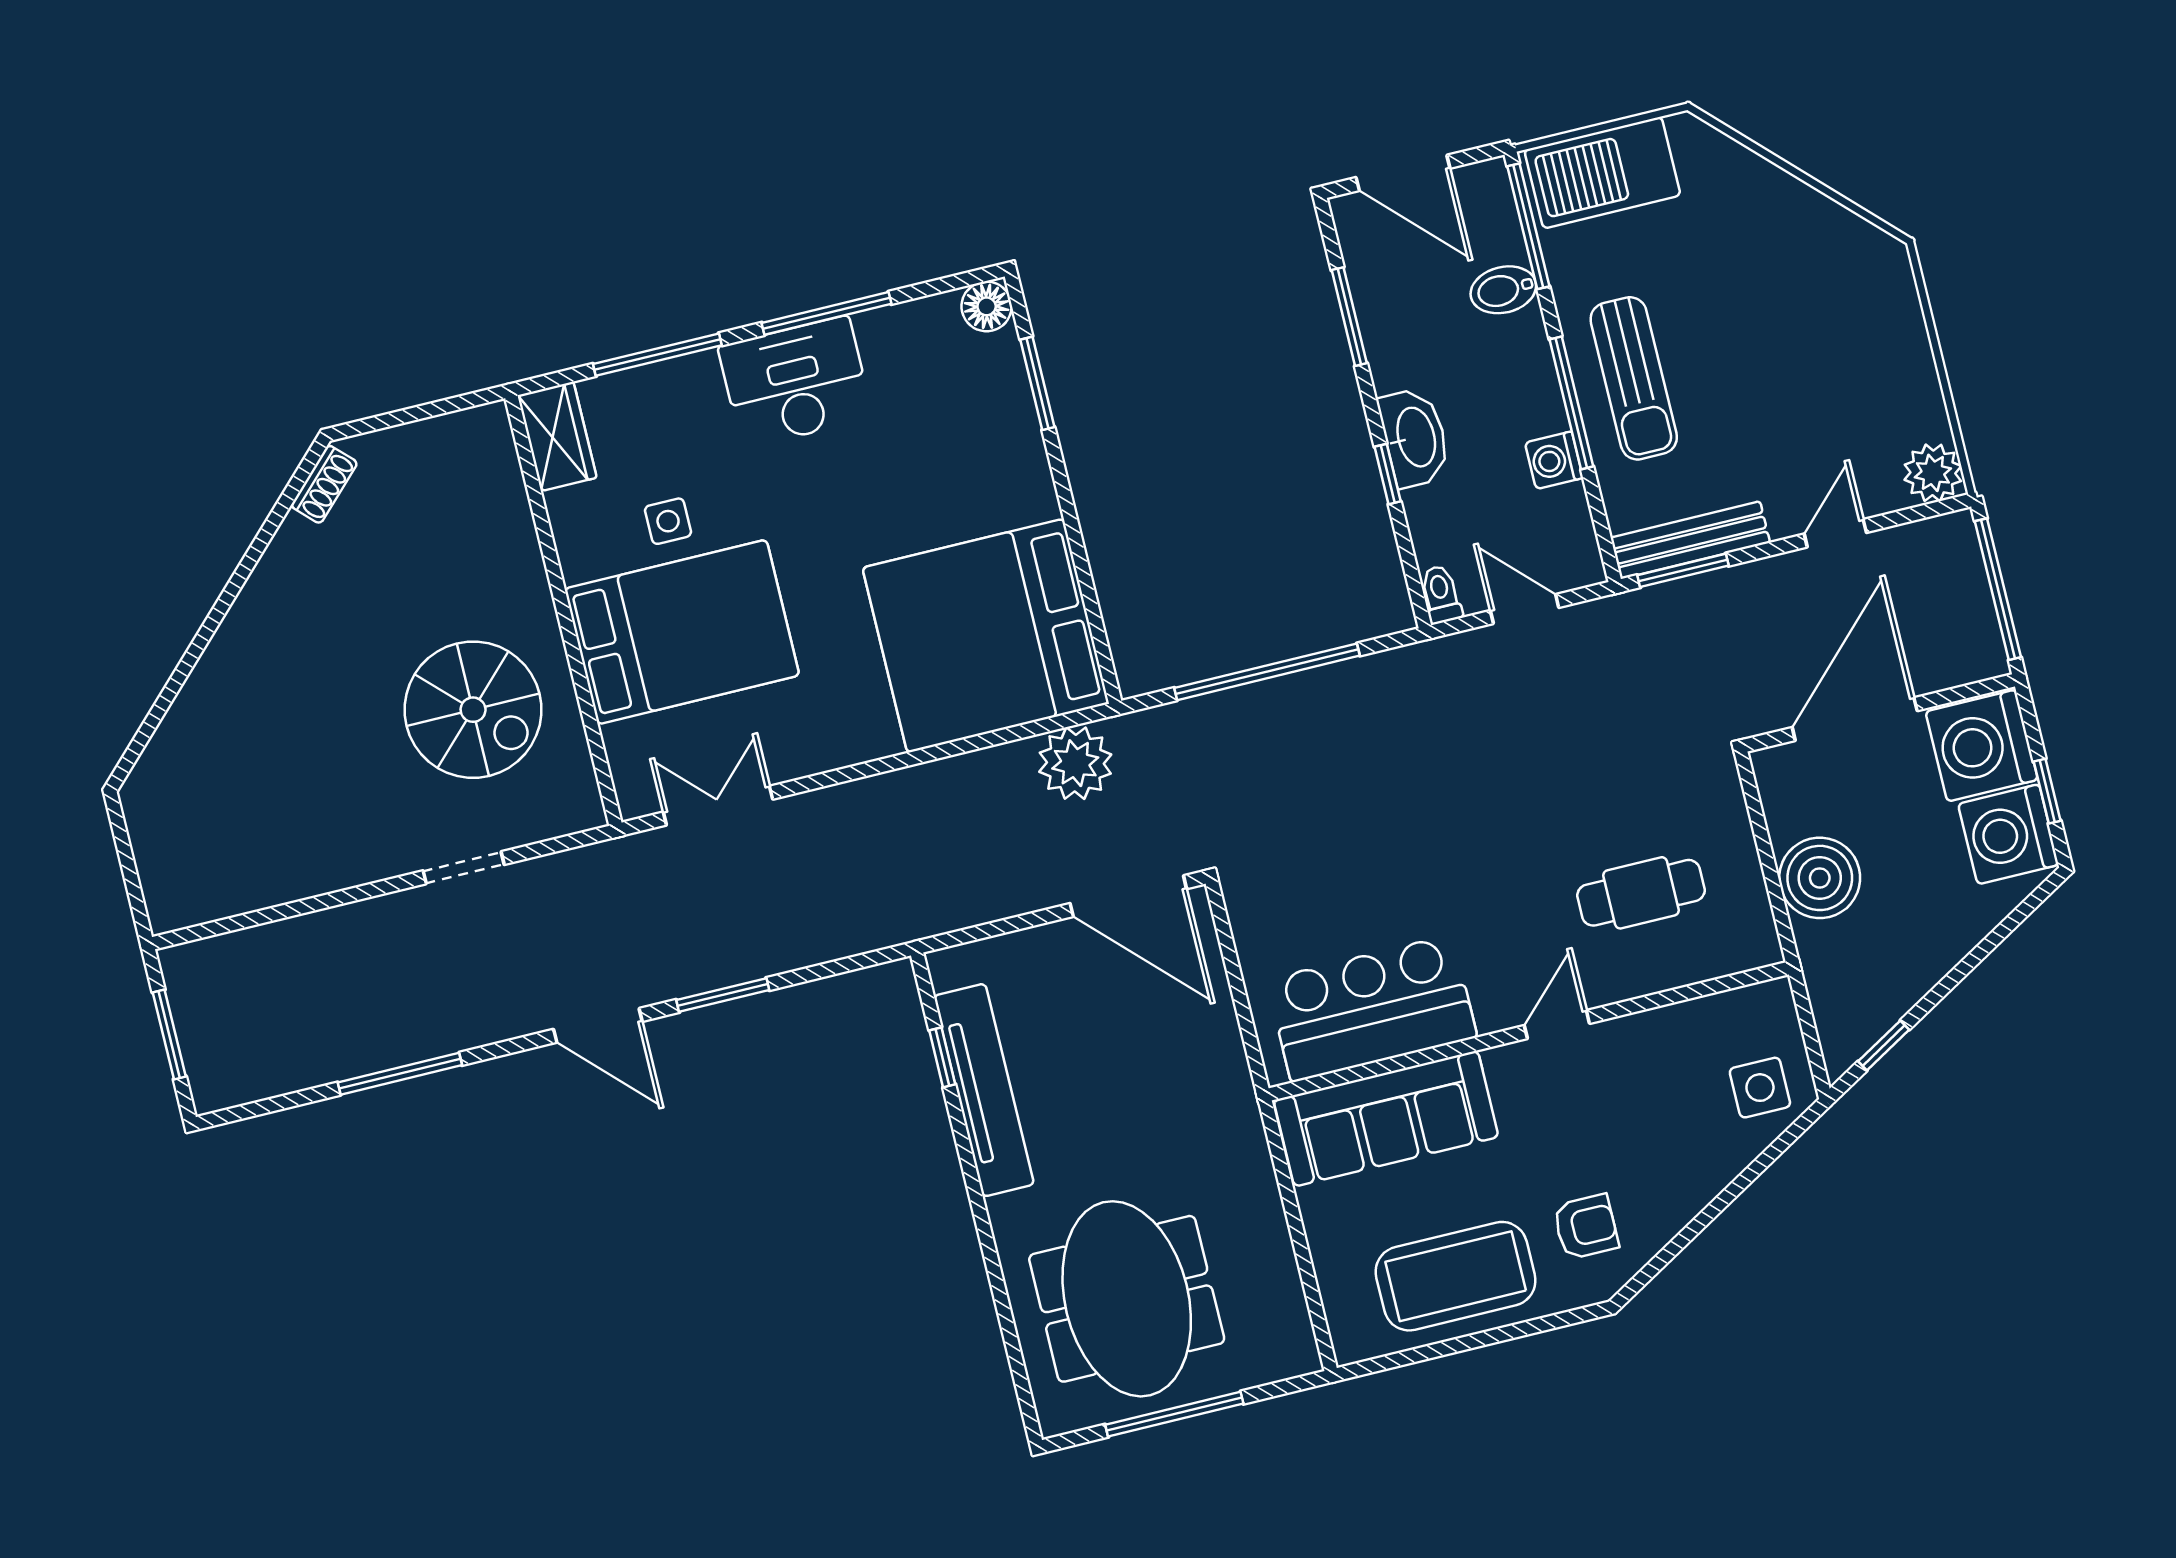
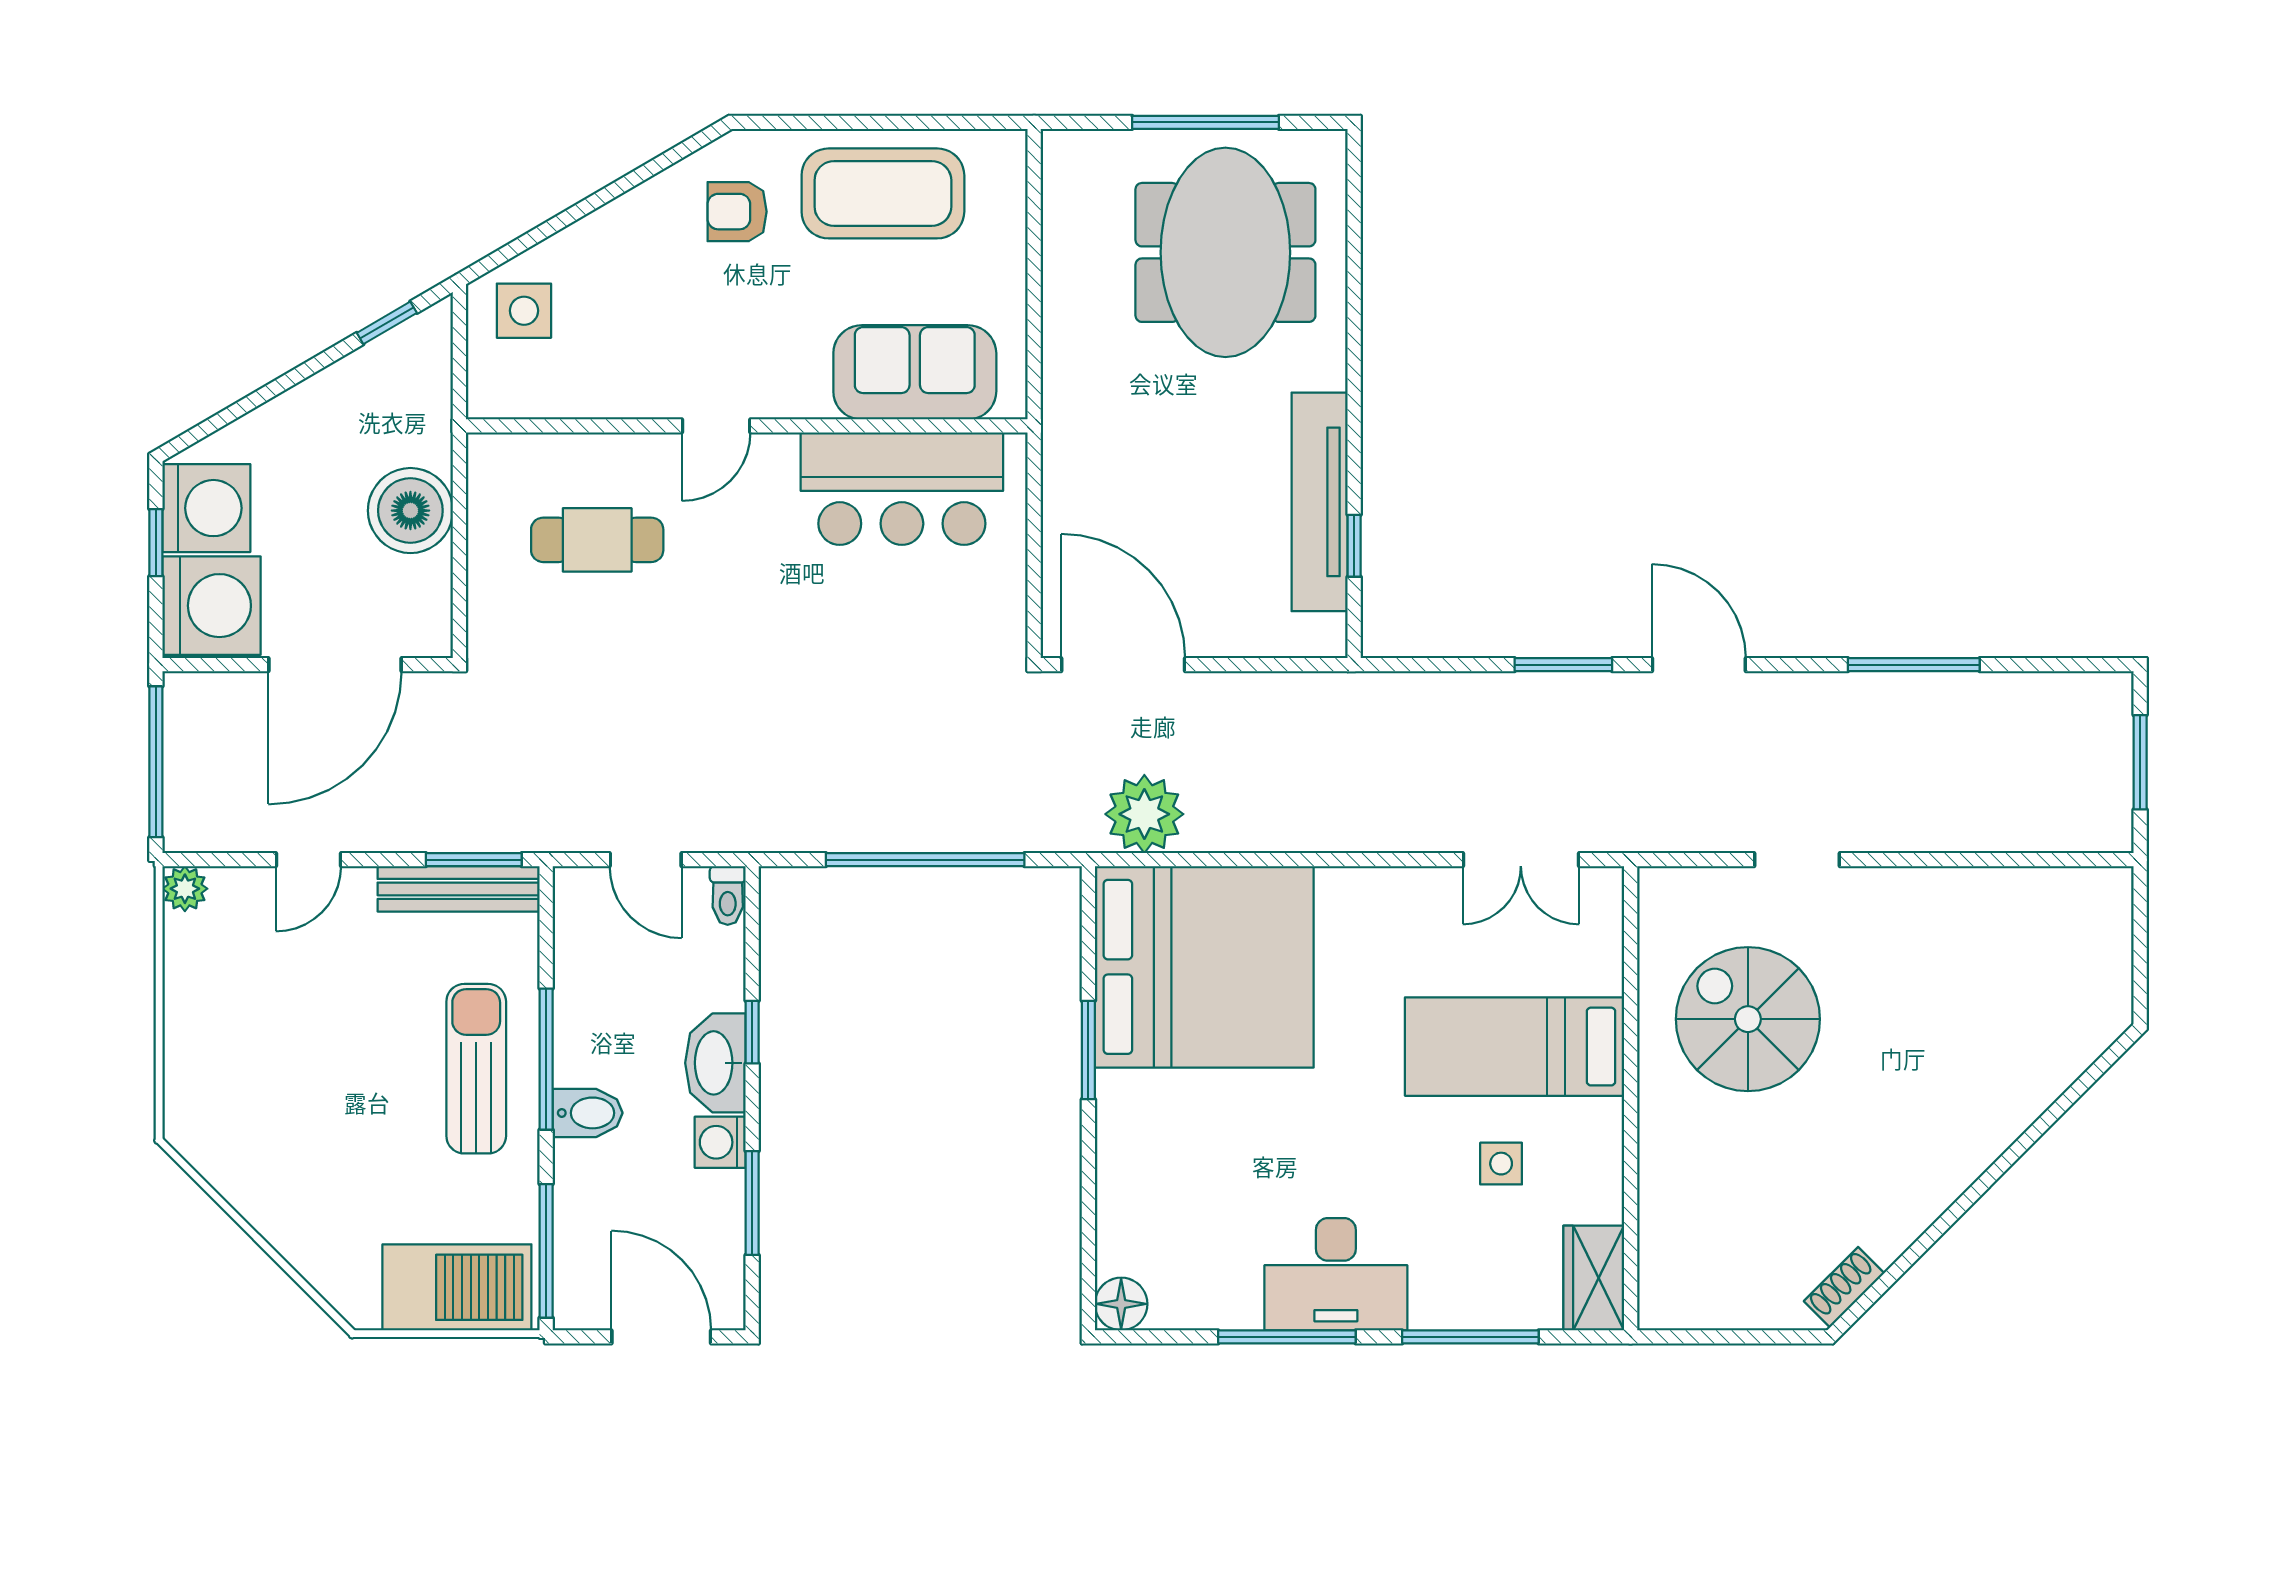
bidet: (1503, 290) -> (588, 1113), moved
window: (1037, 383) -> (1088, 1050), moved
washing machine: (1554, 460) -> (720, 1142), moved, turned 180
plant: (1933, 473) -> (185, 889), width x0.73, depth x0.73
bed: (682, 632) -> (1514, 1047), width x0.67
sofa: (1386, 1119) -> (915, 372), width x0.73

